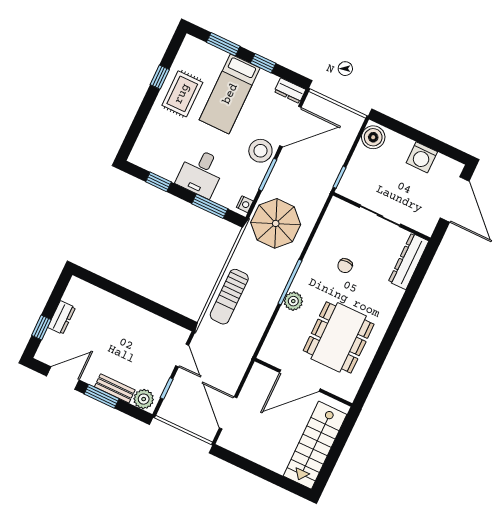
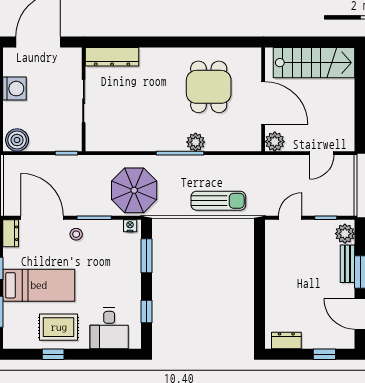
stool: (260, 151) -> (76, 234), width x0.53, depth x0.53
desk: (201, 173) -> (109, 328), moved, turned 90
chair: (345, 266) -> (143, 111), removed
dresser: (62, 317) -> (286, 340), moved
dining table: (339, 337) -> (209, 87), width x0.73
plant: (259, 375) -> (275, 142), added
door: (228, 413) -> (322, 153), width x0.73

